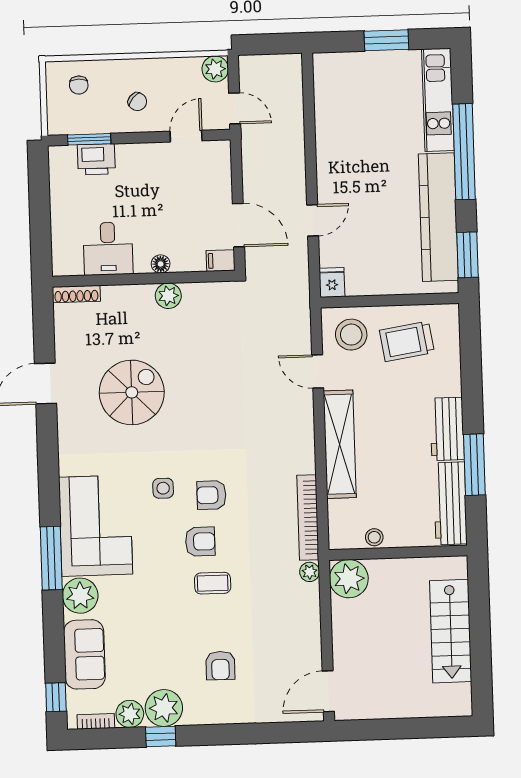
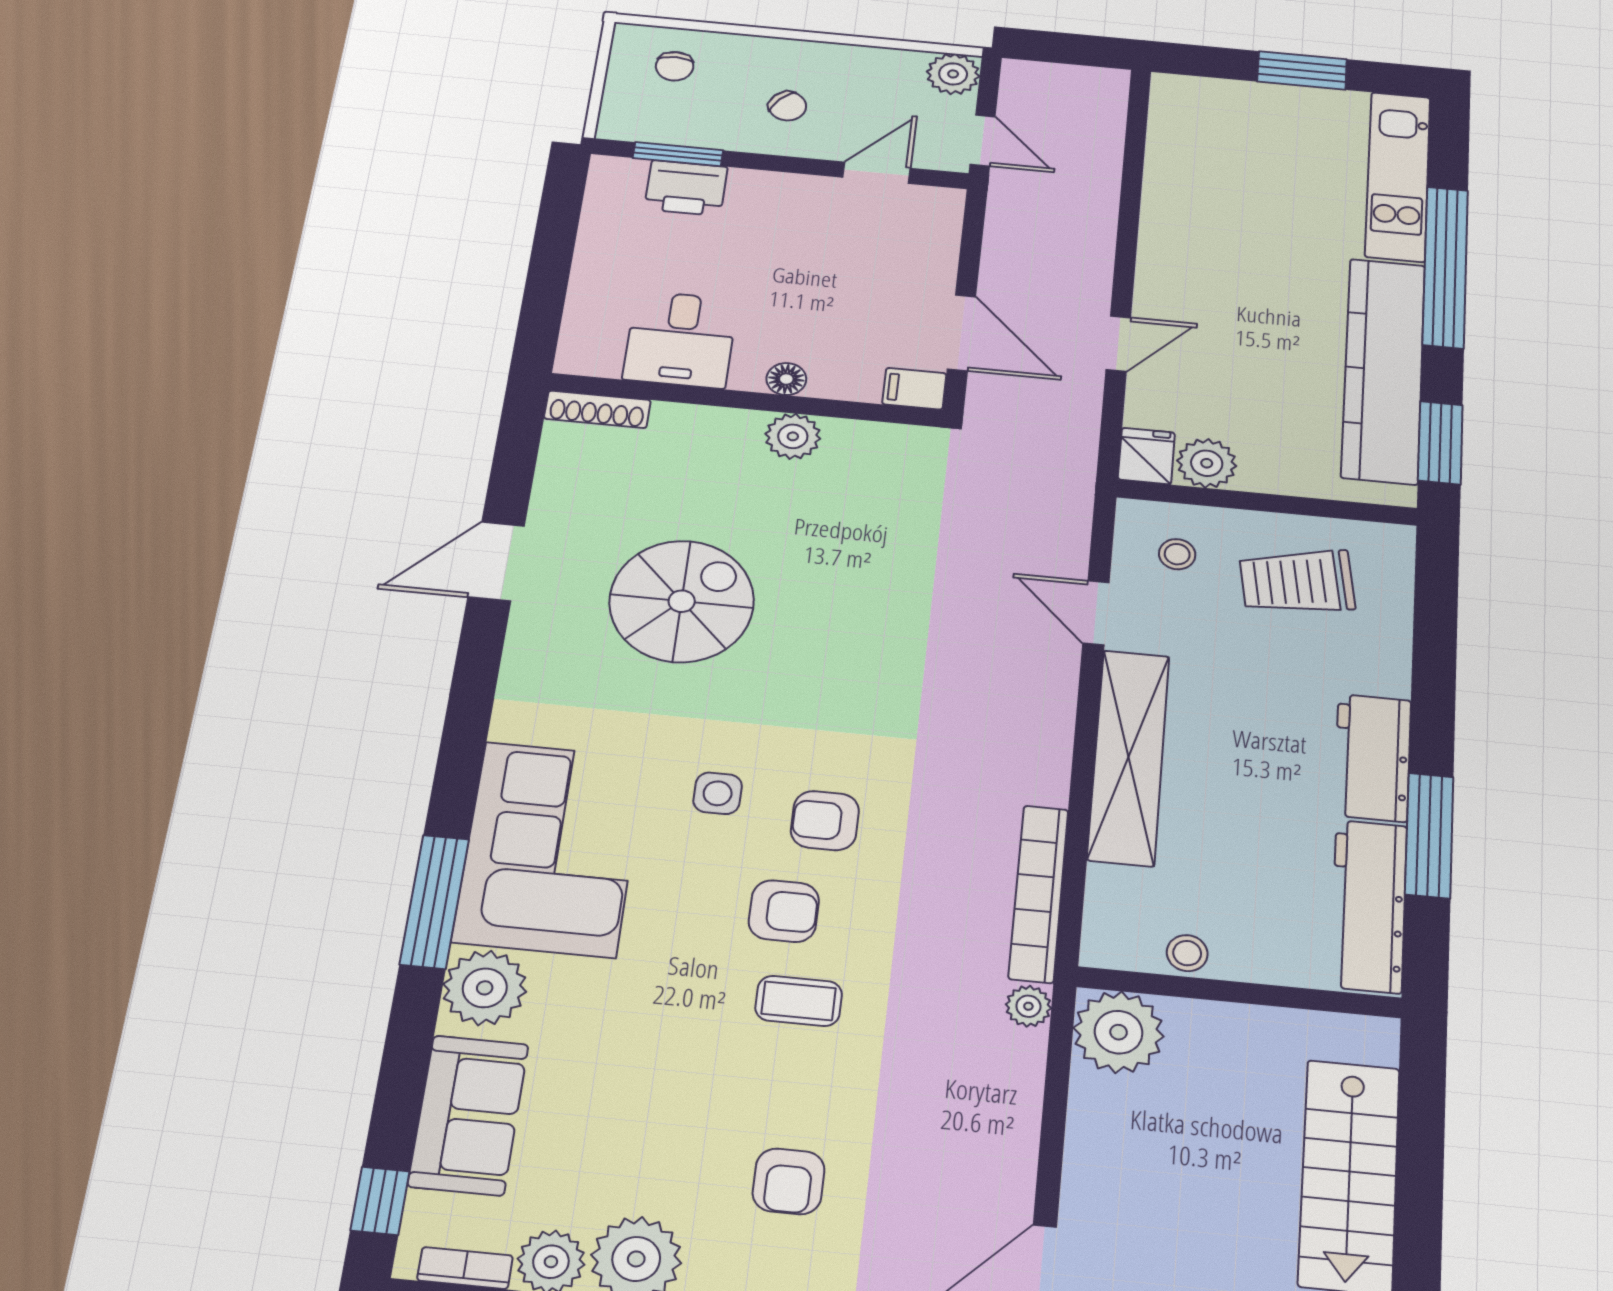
plant: (360, 282) -> (1207, 463), added
stool: (351, 335) -> (1177, 554), width x0.53, depth x0.53

